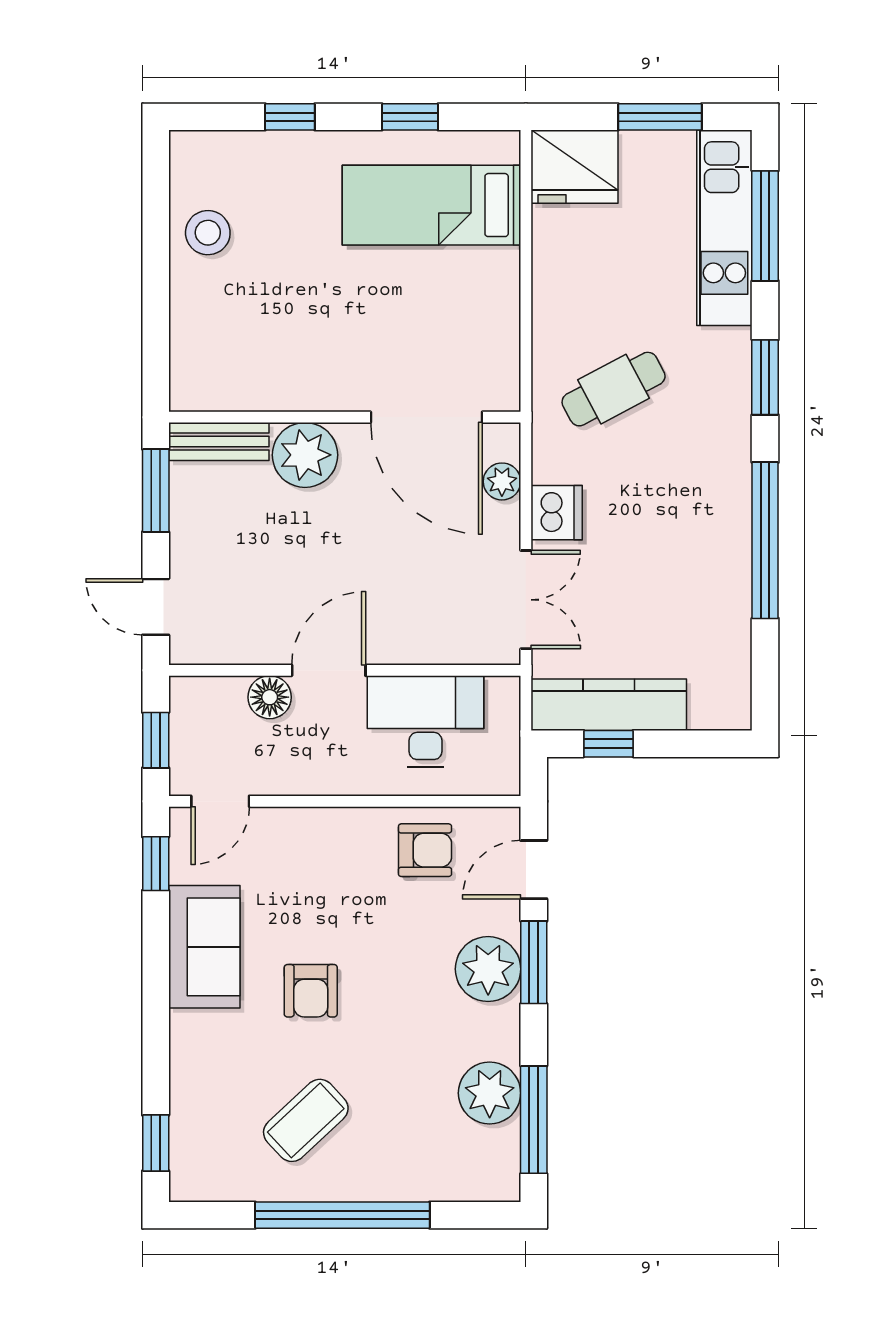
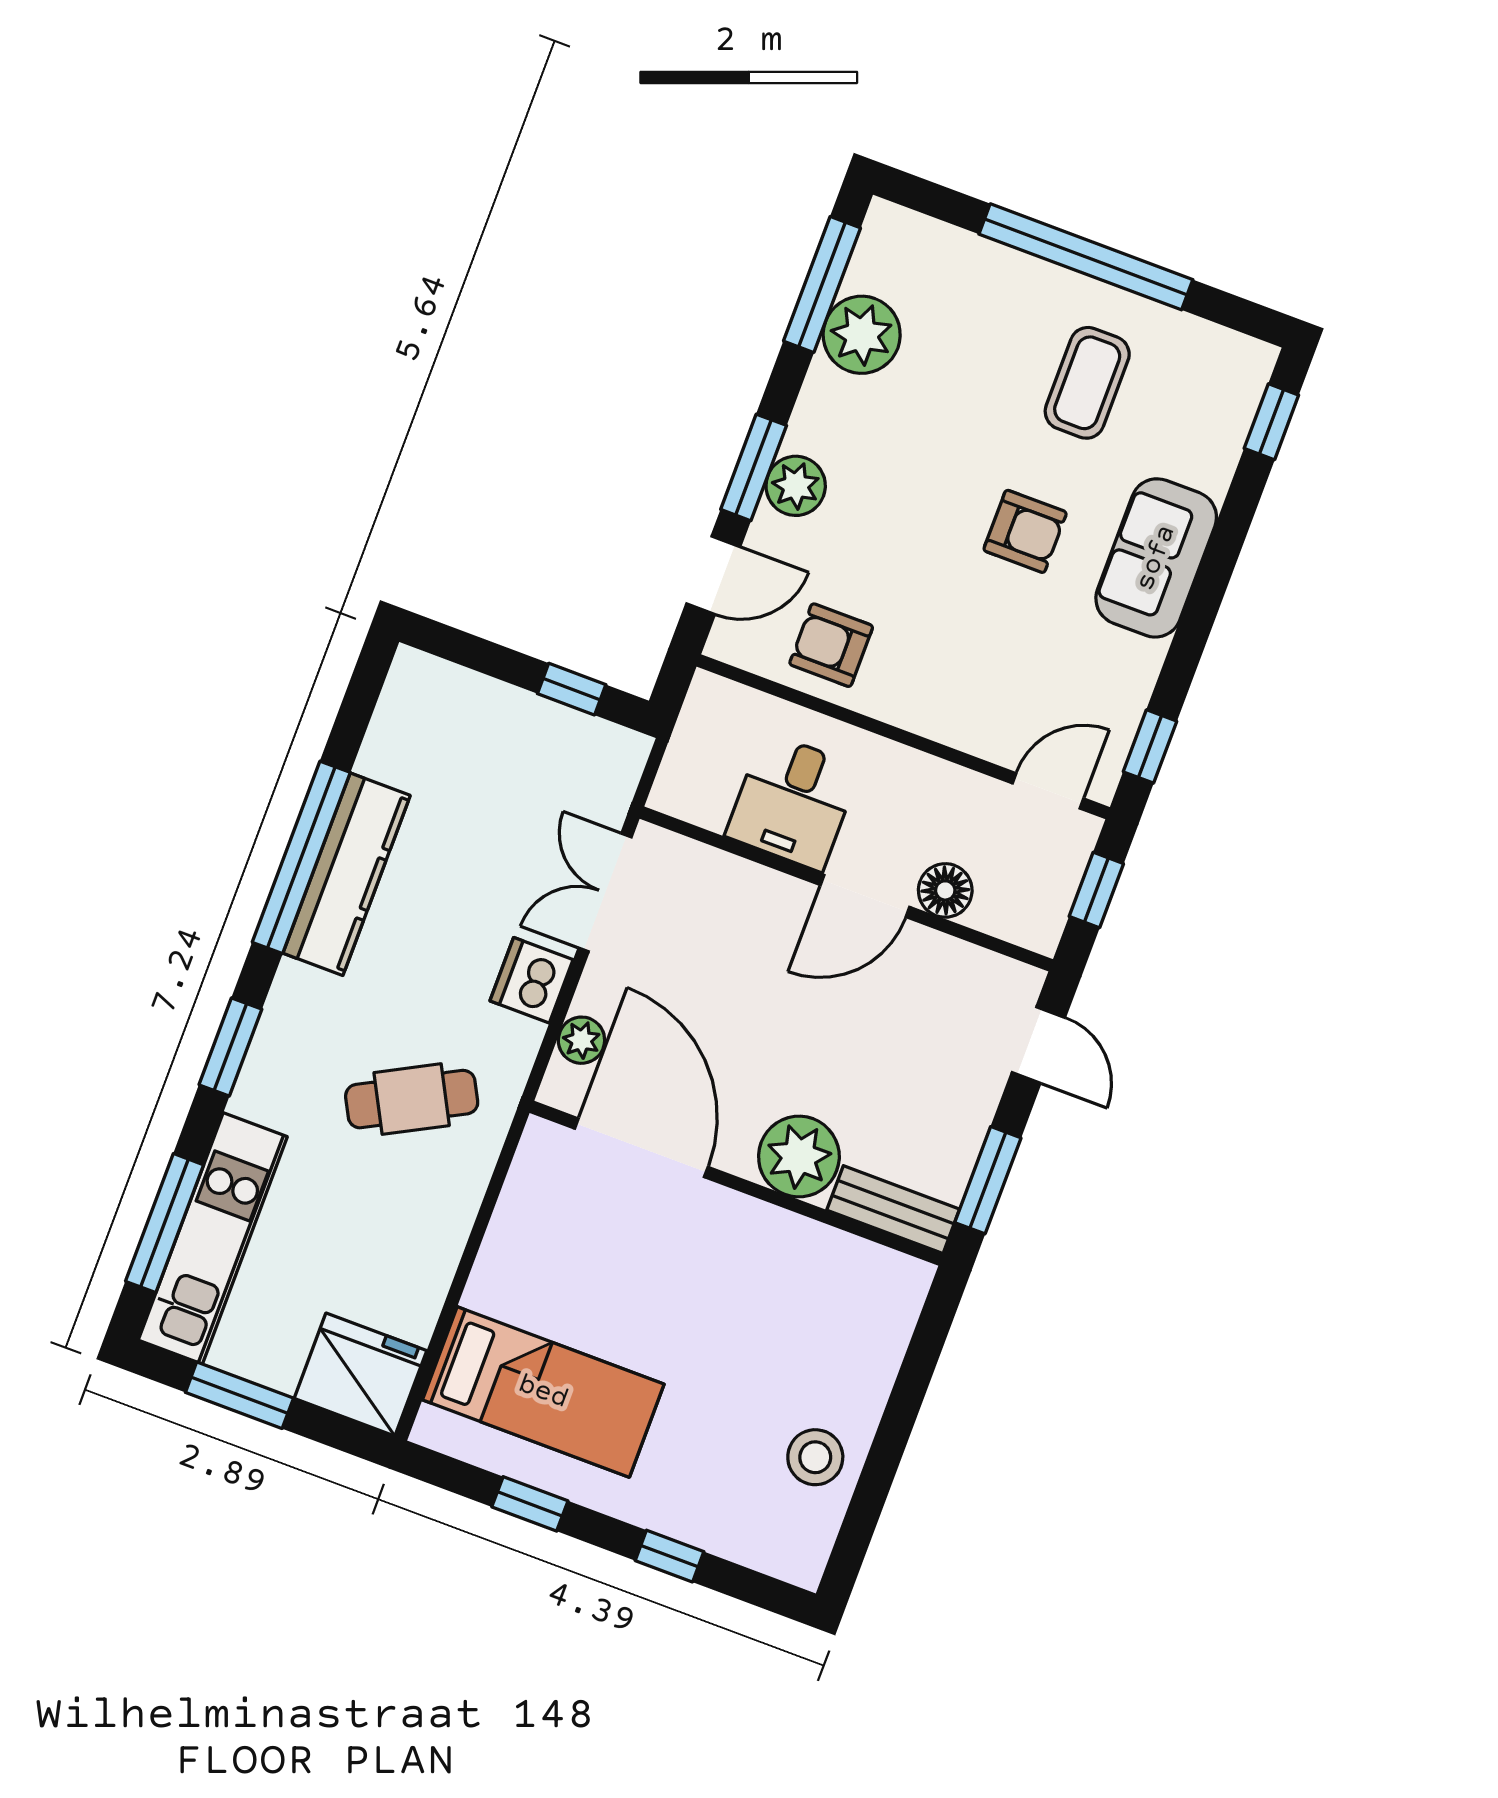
kitchen counter: (609, 705) -> (347, 874), moved, turned -90
desk: (426, 721) -> (793, 802), width x0.73
sofa: (204, 947) -> (1156, 558), moved
plant: (488, 969) -> (796, 486), width x0.73, depth x0.73
armchair: (311, 991) -> (1025, 531), turned 90
coffee table: (306, 1120) -> (1087, 383), turned -47

